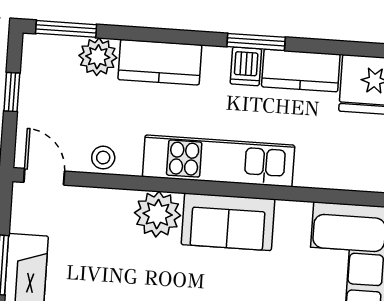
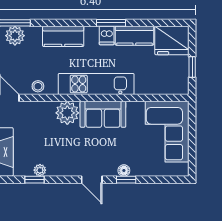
plant: (98, 57) -> (15, 36), moved

